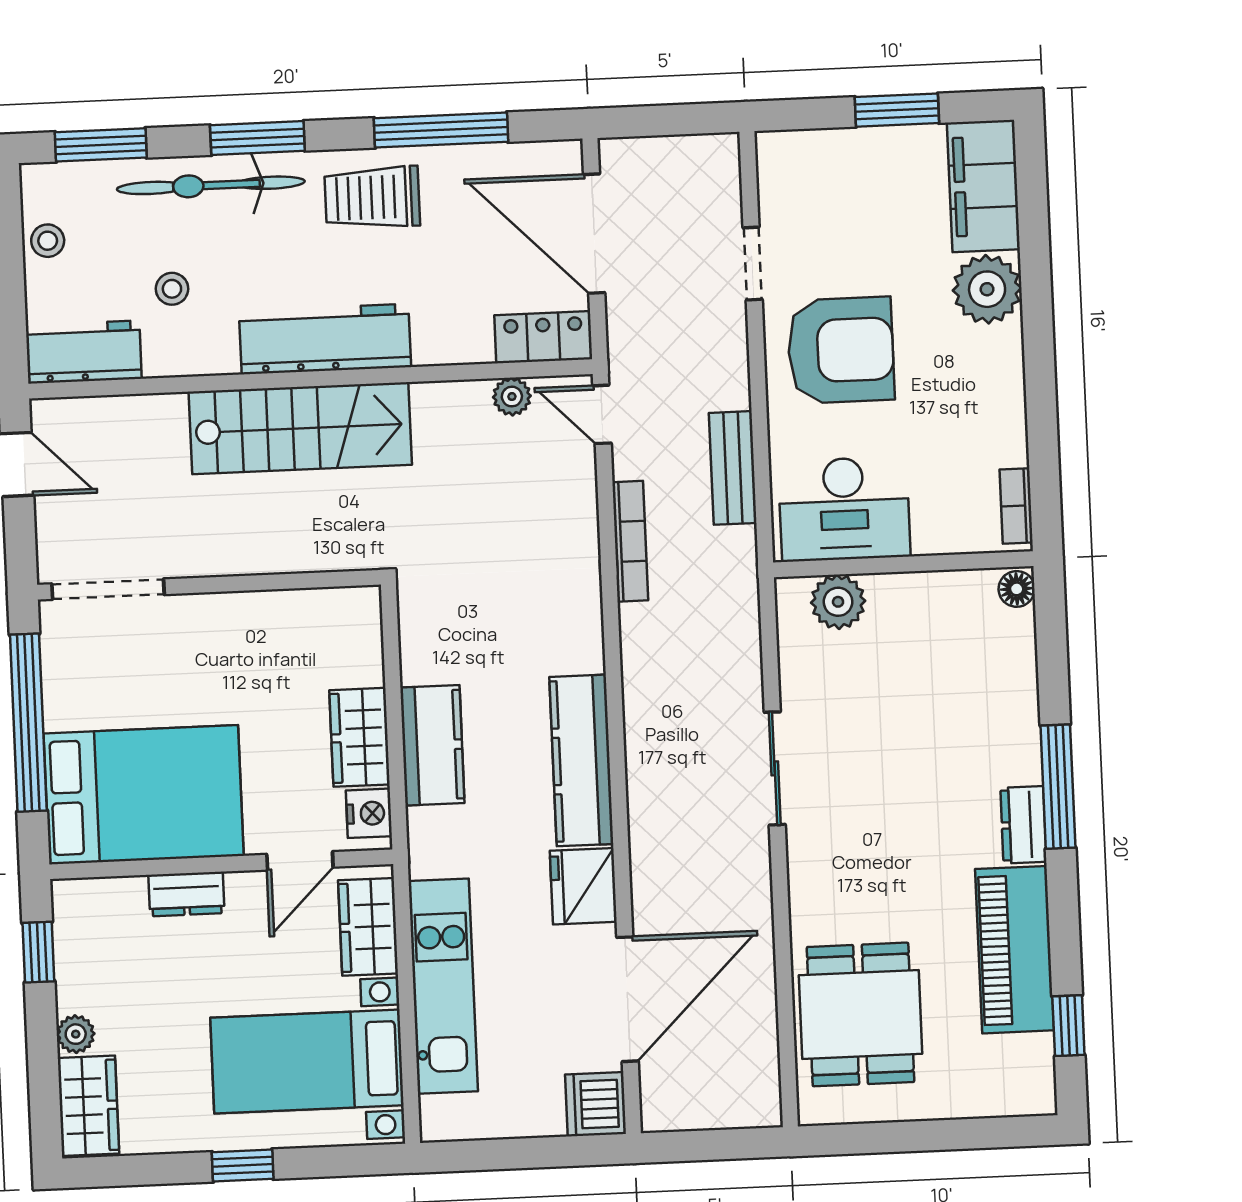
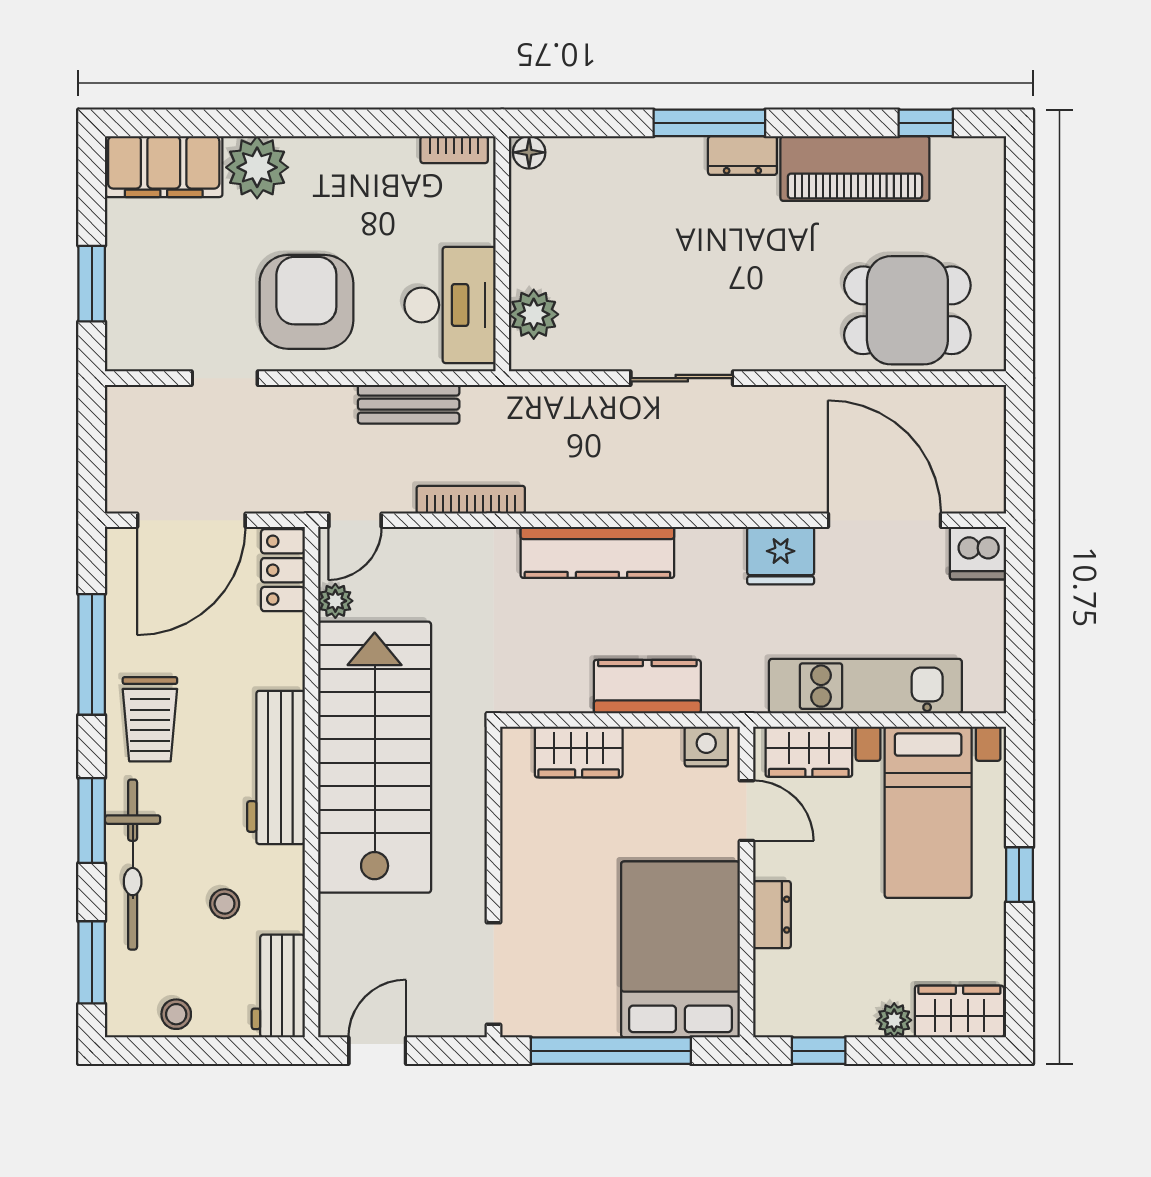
window: (897, 110) -> (92, 284), moved
stairs: (300, 428) -> (375, 757), width x1.36, depth x1.51
wardrobe: (359, 737) -> (579, 752), moved
kitchen counter: (581, 760) -> (597, 552), moved

